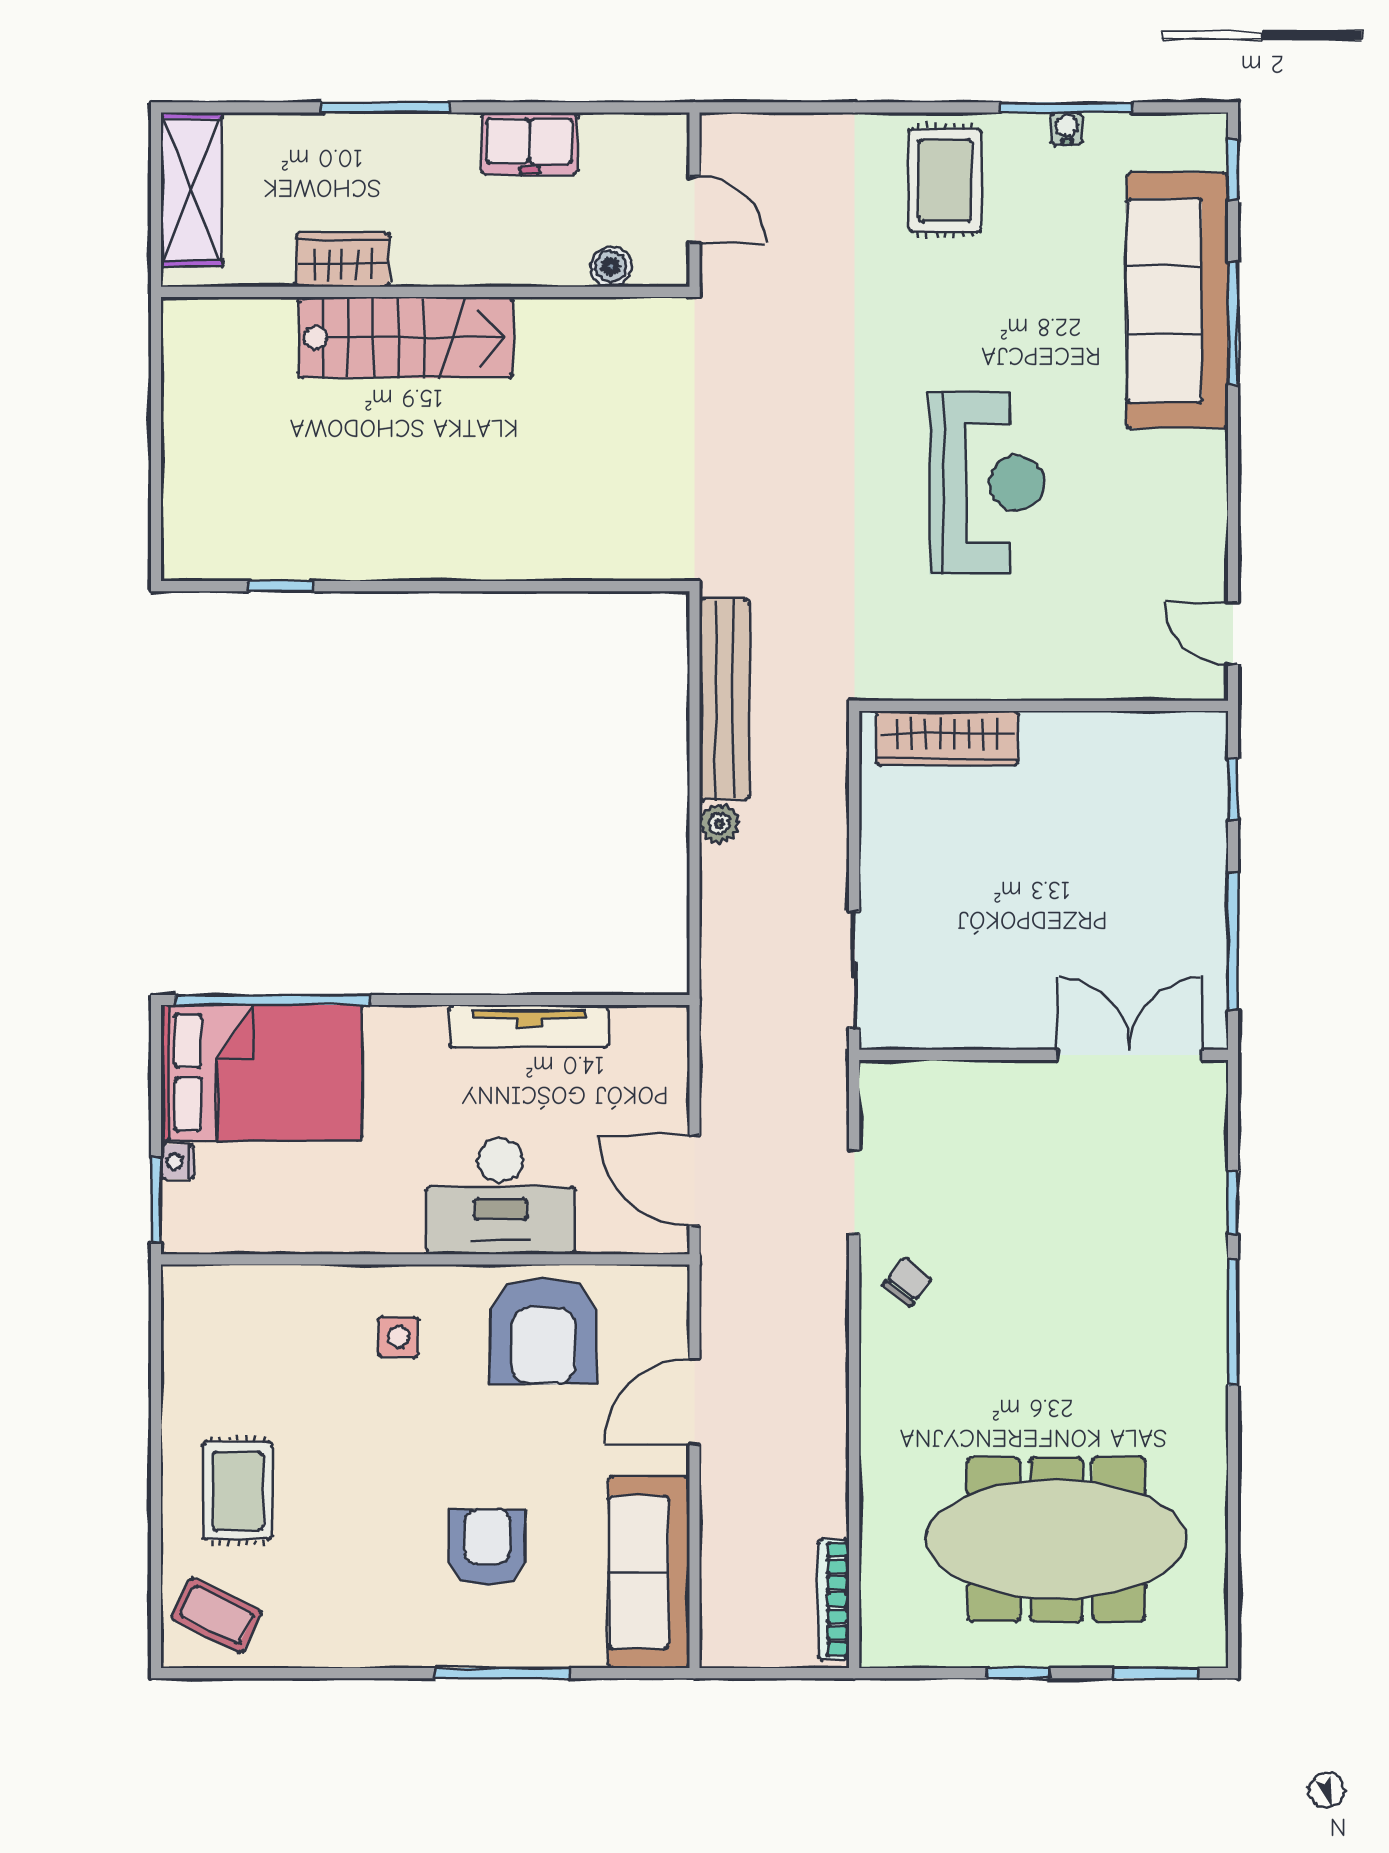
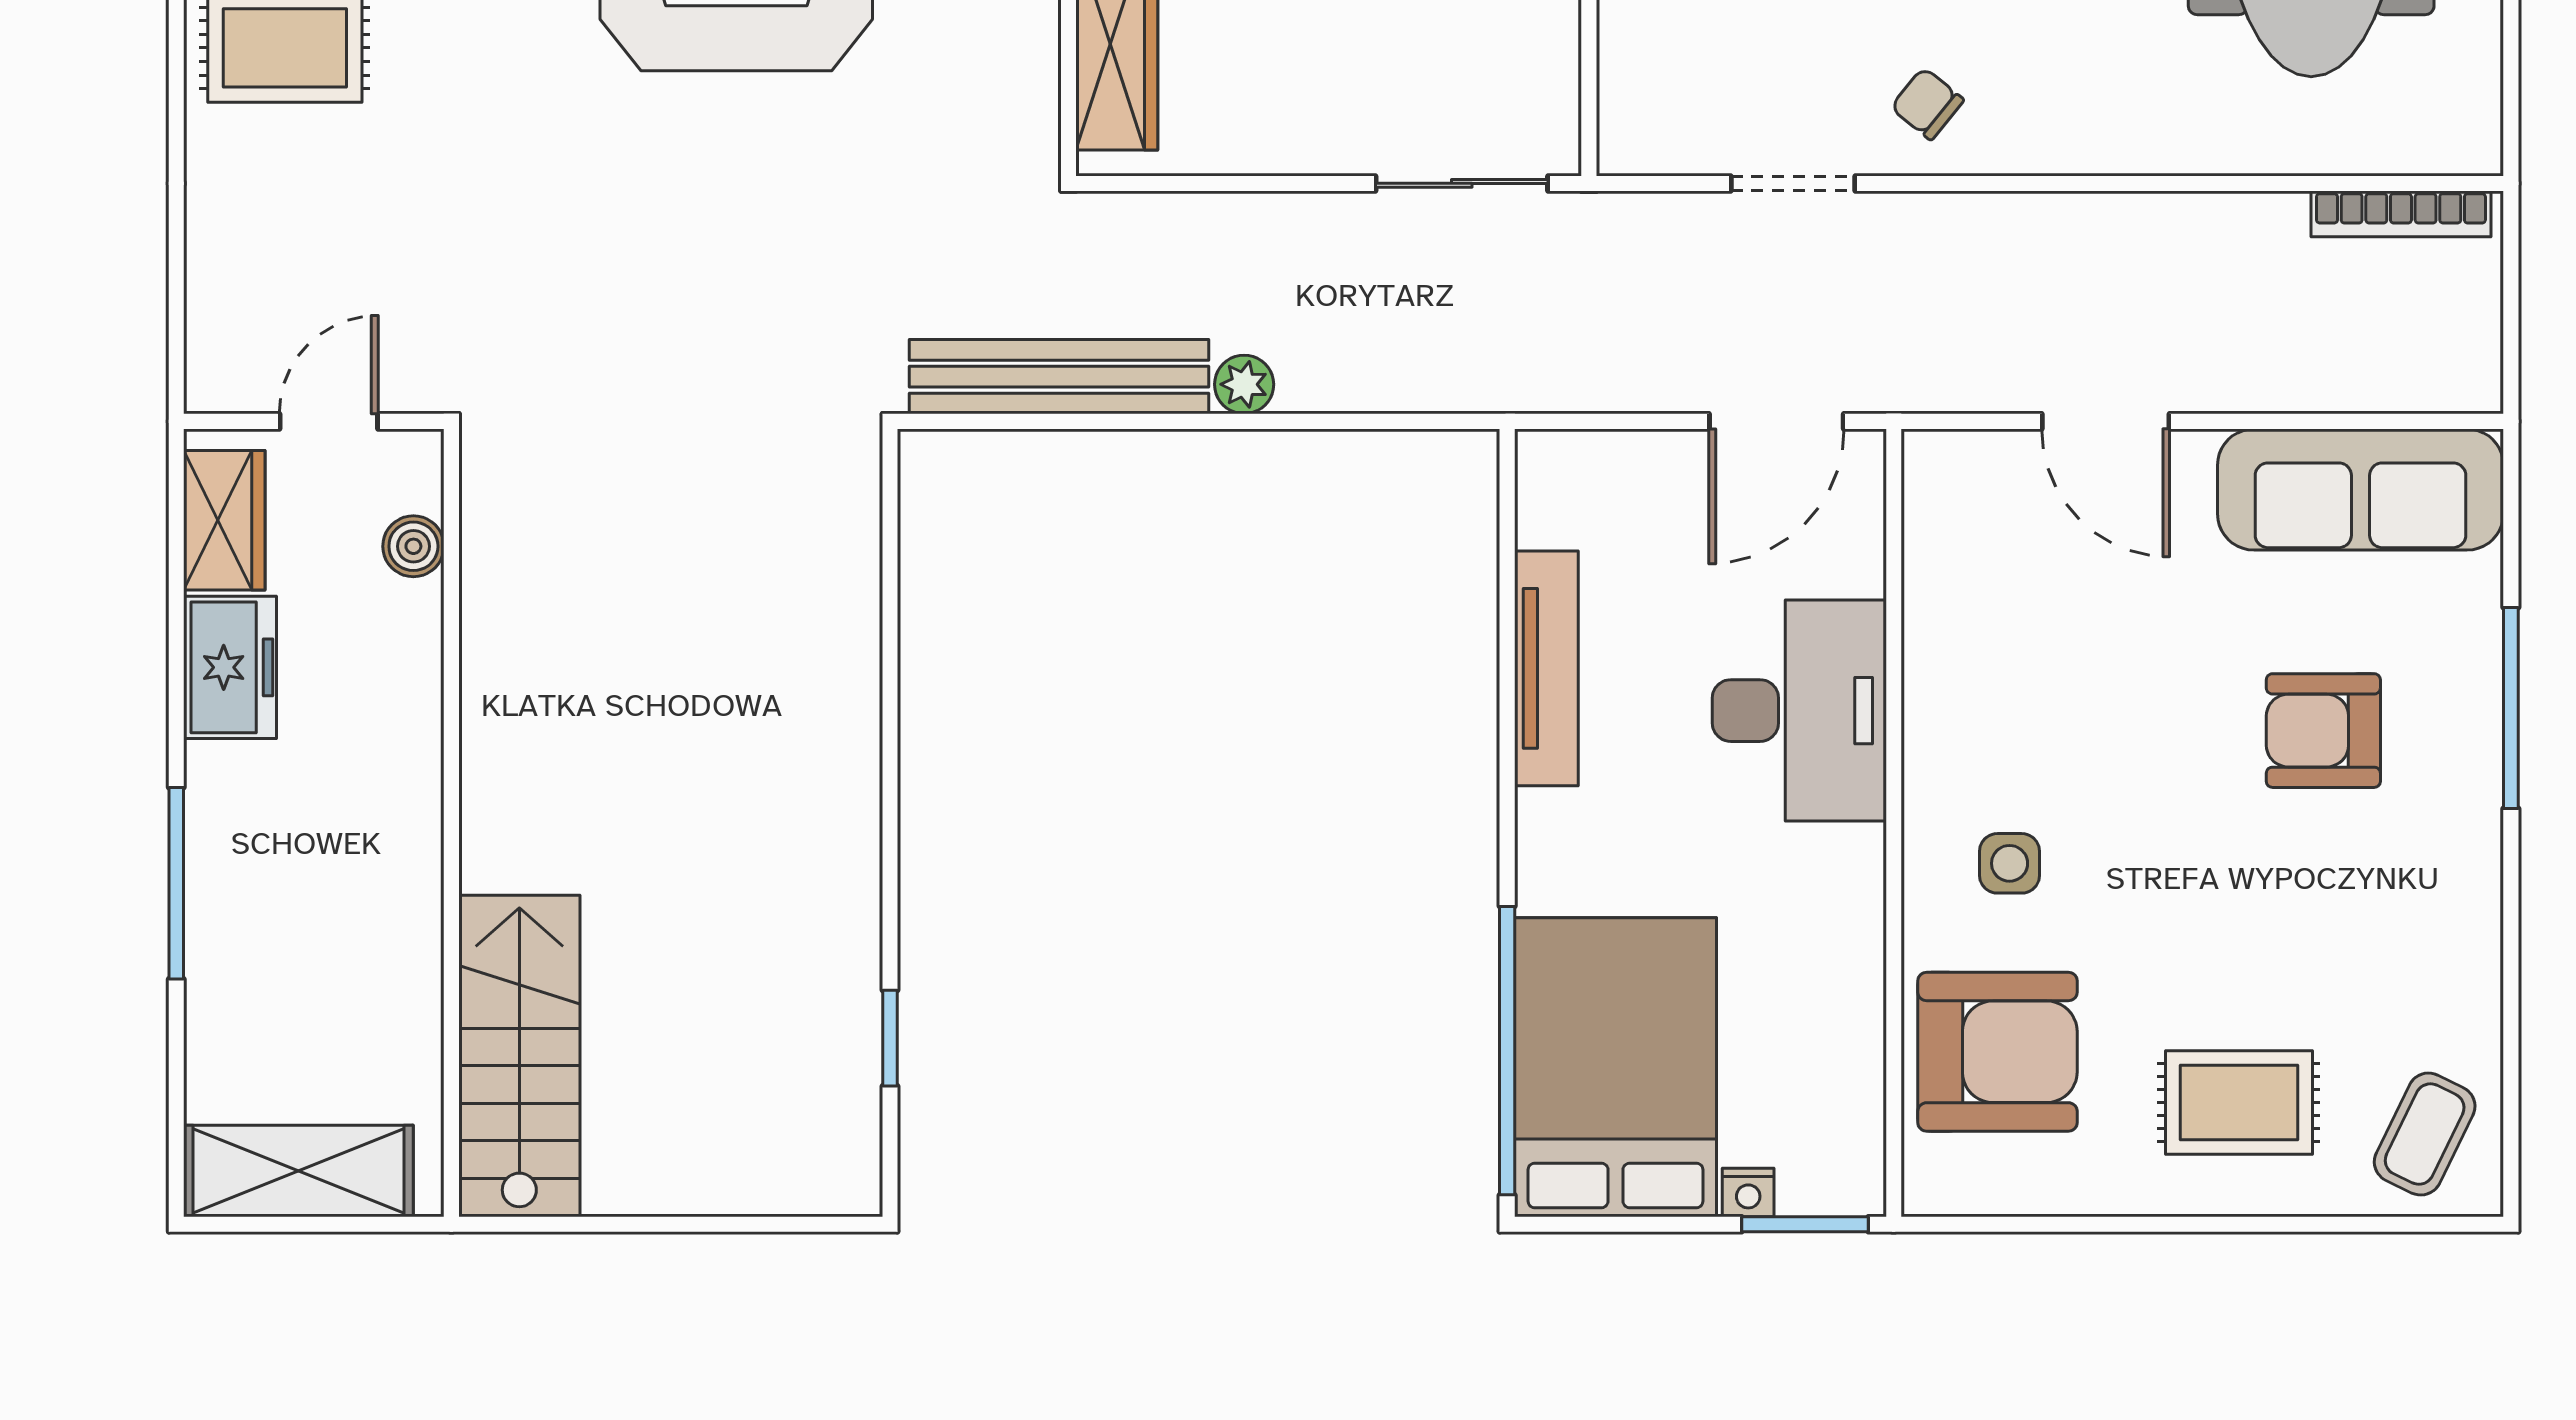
wardrobe: (343, 260) -> (224, 520), moved, turned 180
stairs: (406, 338) -> (519, 1055), moved
armchair: (543, 1331) -> (1998, 1052), moved

